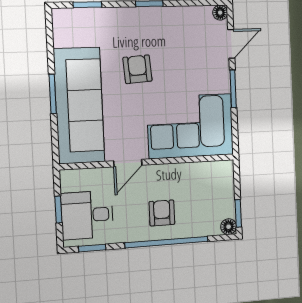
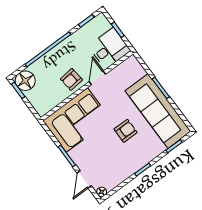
armchair: (137, 69) -> (126, 131), turned -86
sofa: (79, 105) -> (158, 111), moved
armchair: (162, 213) -> (71, 79), moved, turned 84
desk: (87, 215) -> (109, 48), moved
floor lamp: (229, 227) -> (25, 81), width x1.89, depth x1.89

